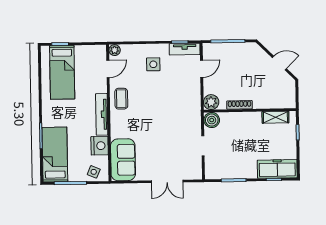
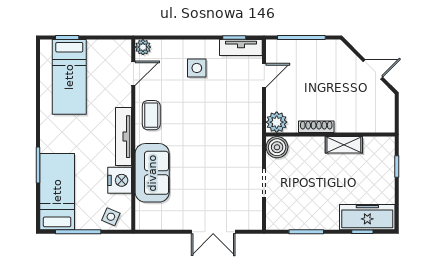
shelving: (275, 117) -> (344, 145), moved
sofa: (123, 160) -> (152, 173), moved

